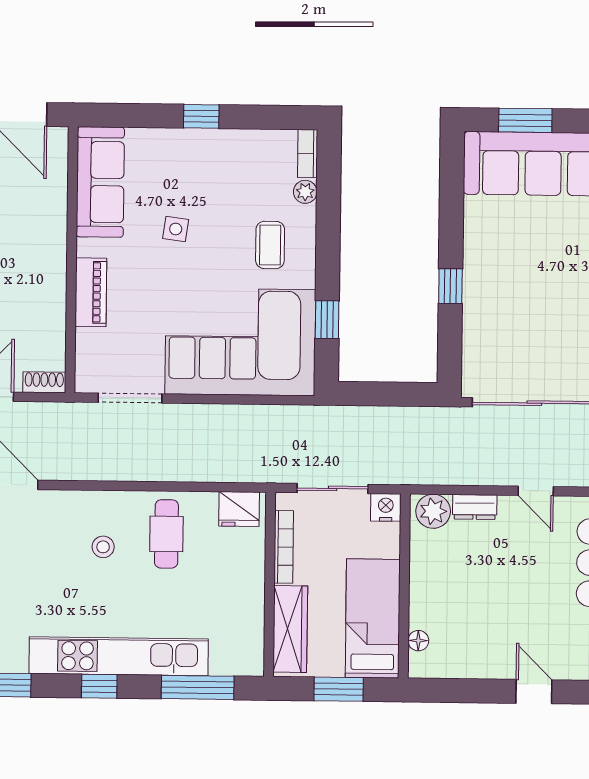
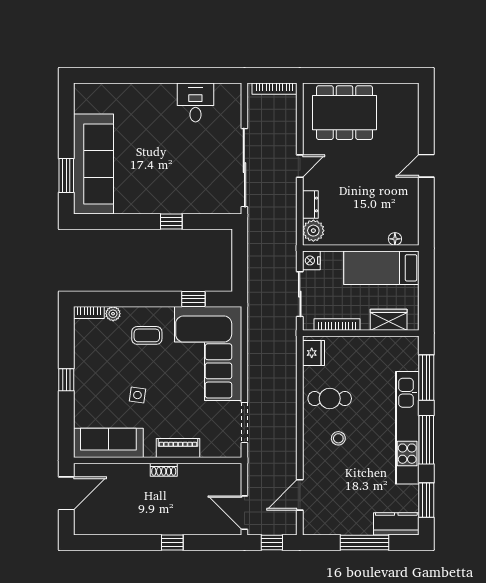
shoe rack: (44, 382) -> (164, 470), moved, turned -90
wardrobe: (290, 629) -> (389, 320), width x0.67
window: (99, 686) -> (426, 440), width x2.17
window: (339, 689) -> (426, 289), removed

